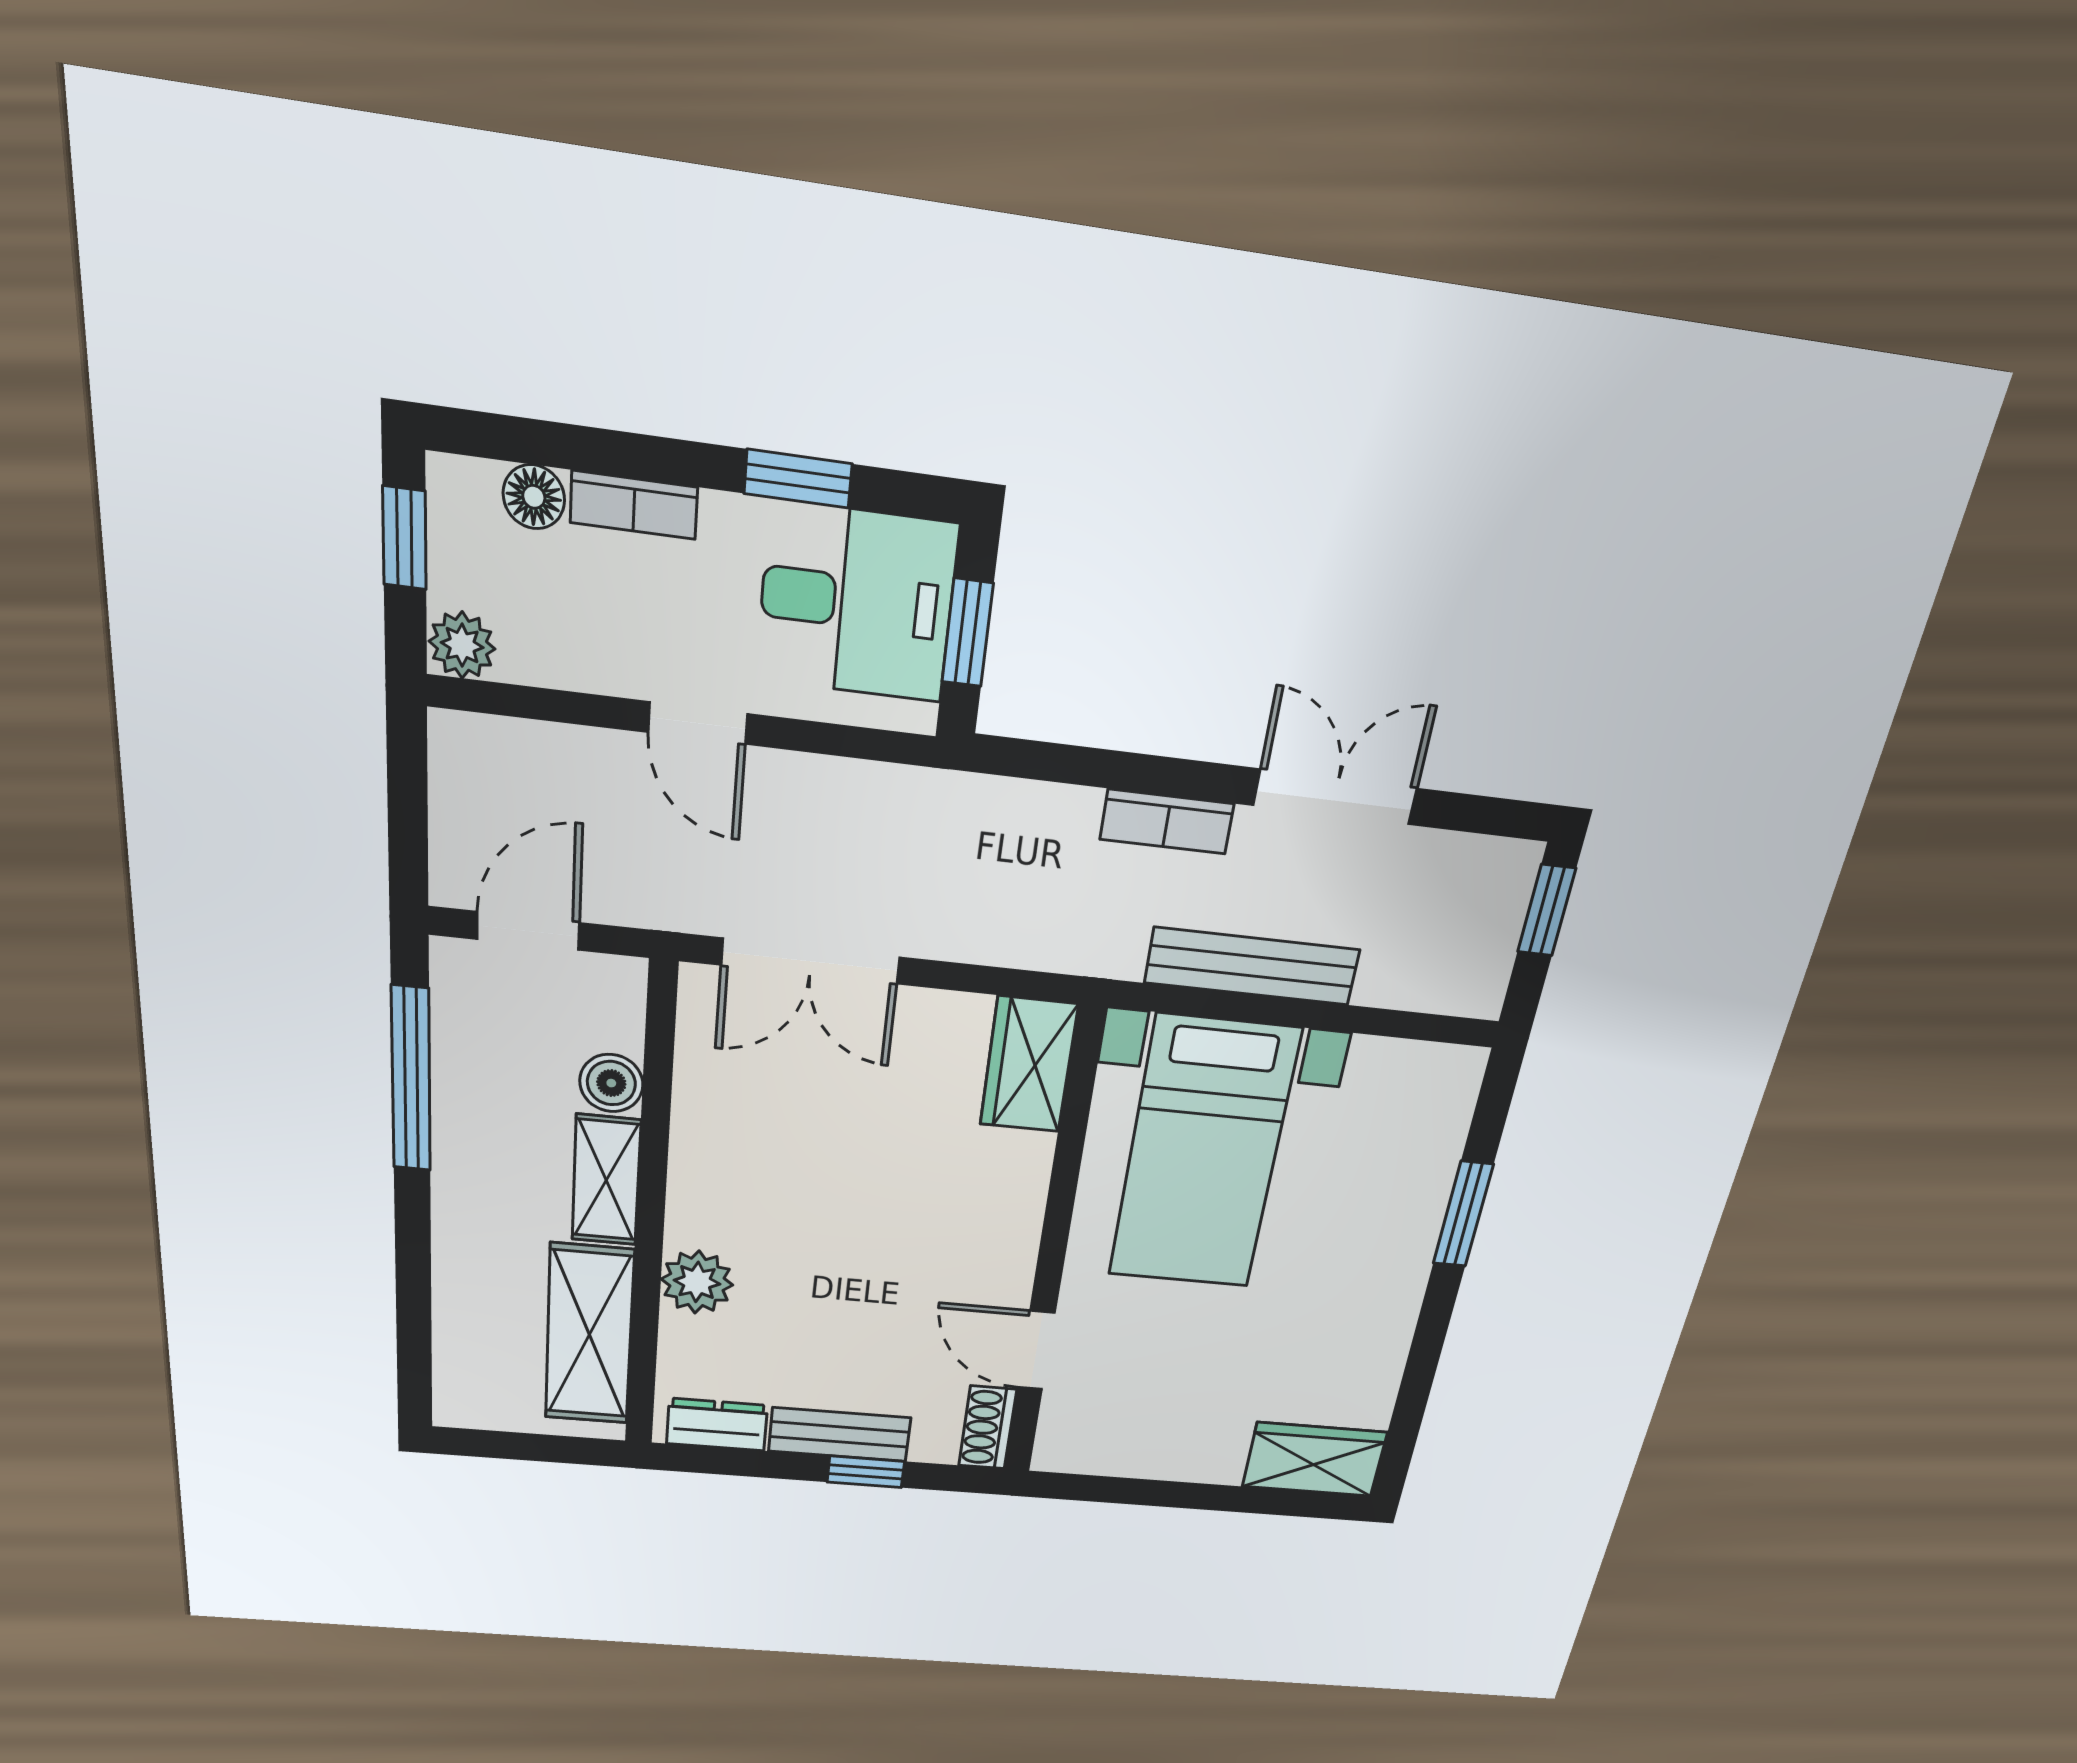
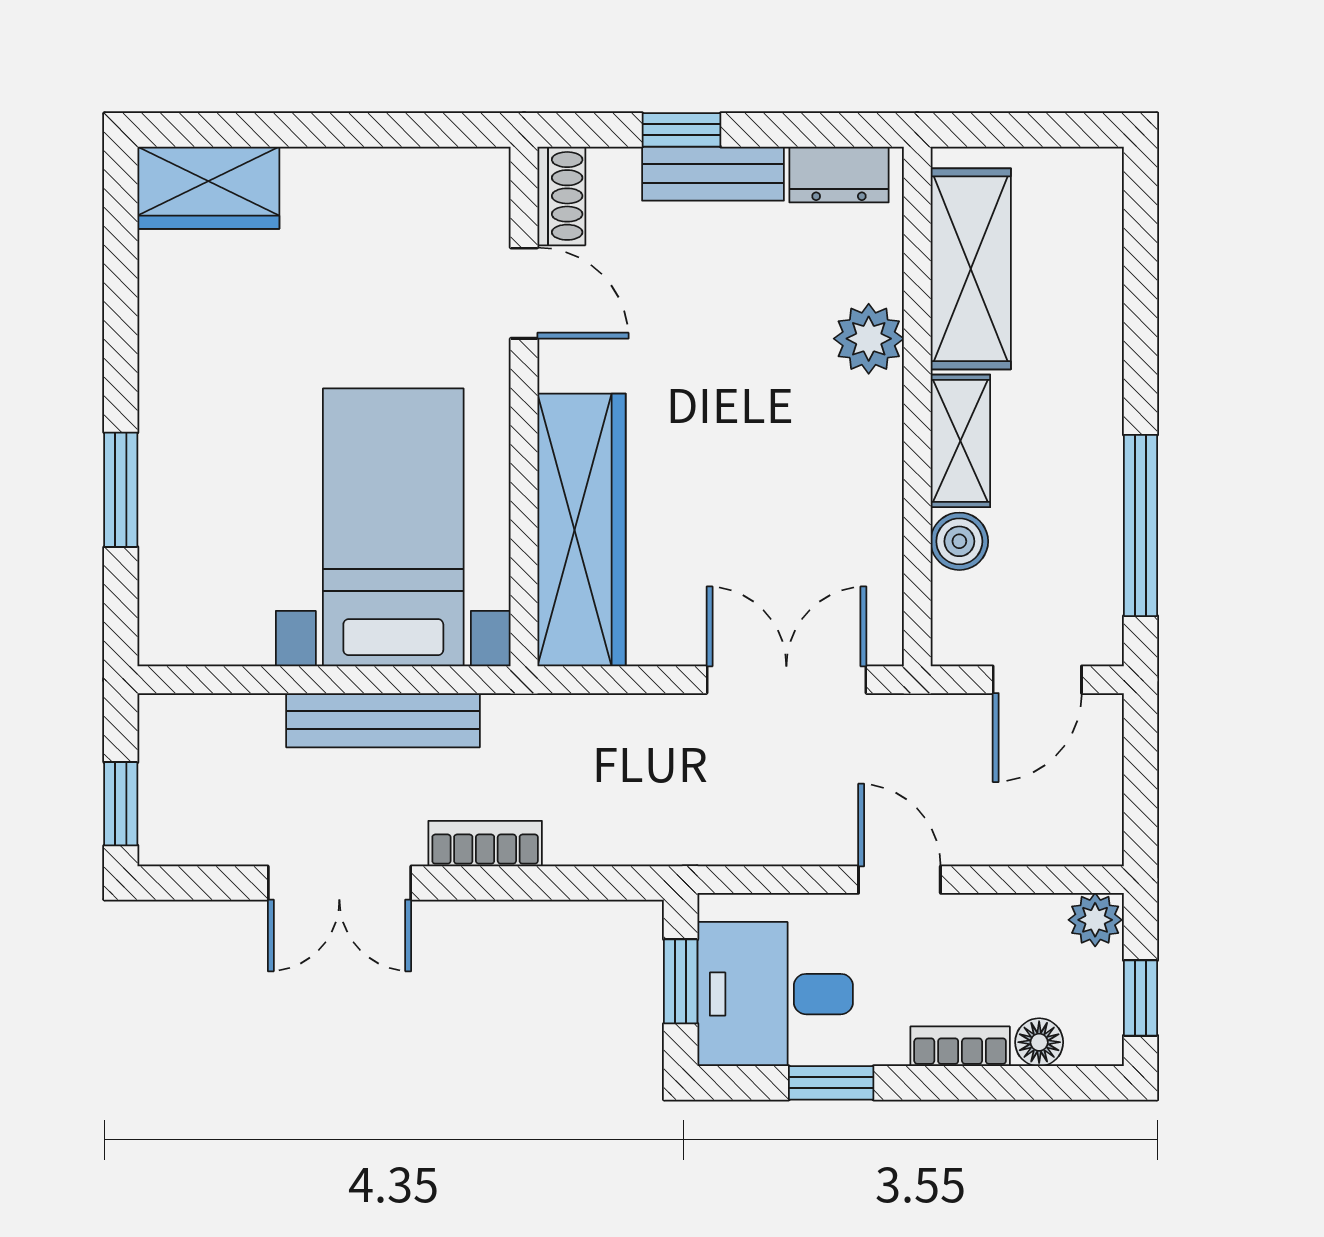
wardrobe: (1029, 1065) -> (582, 530), width x2.10, depth x1.17

